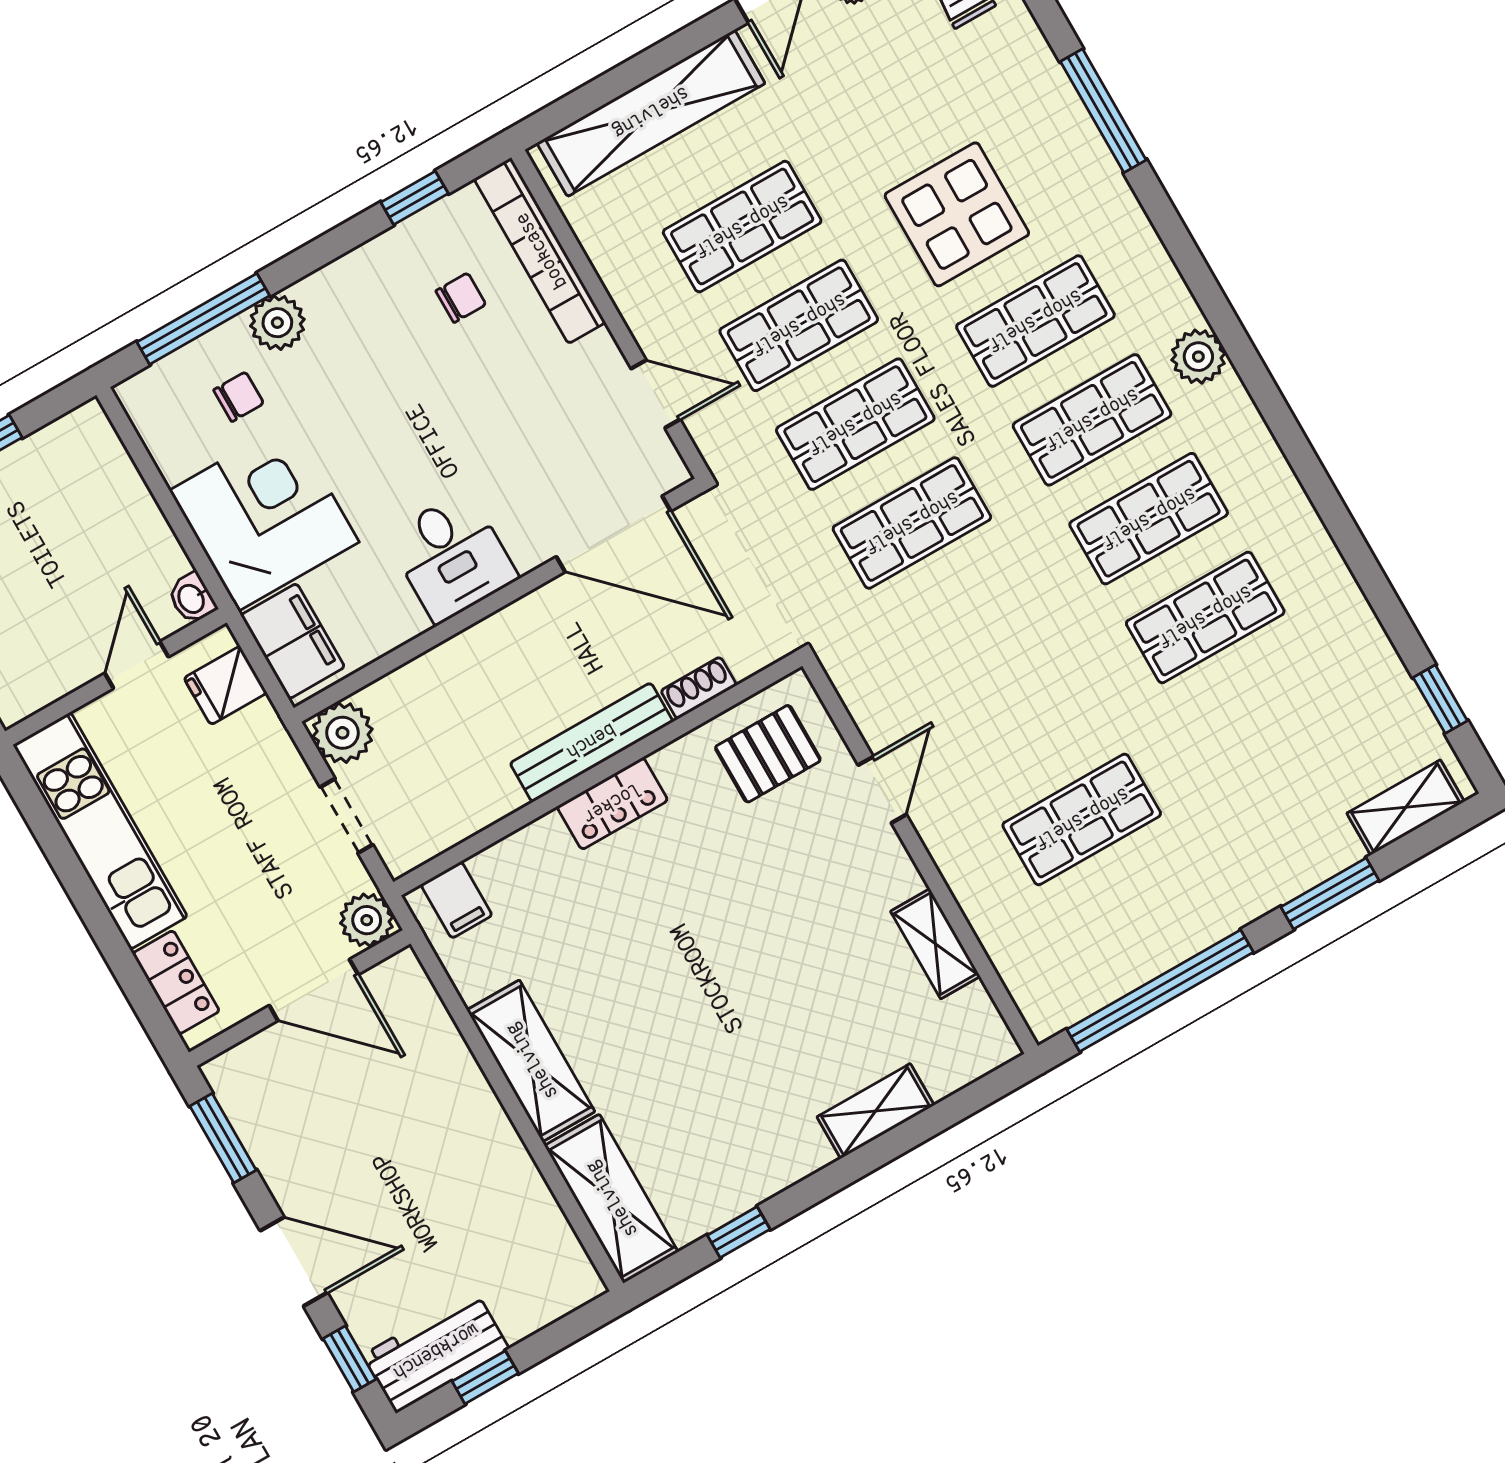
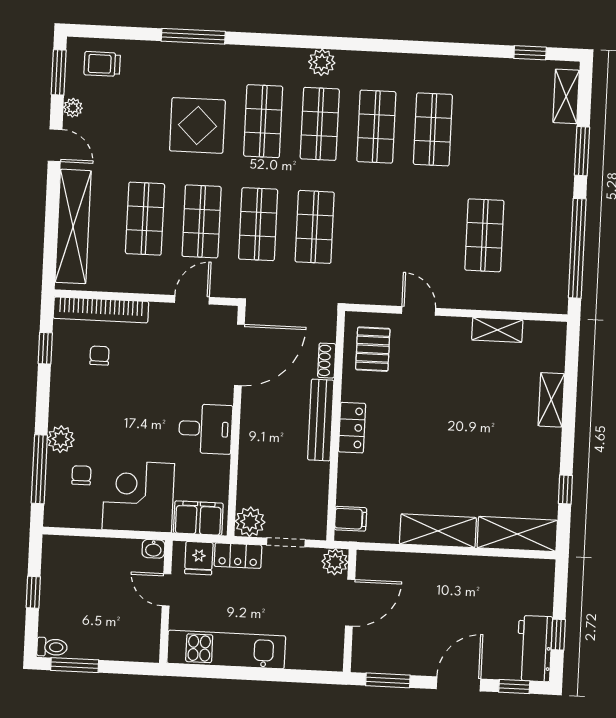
locker: (176, 982) -> (238, 556), moved, turned 180

